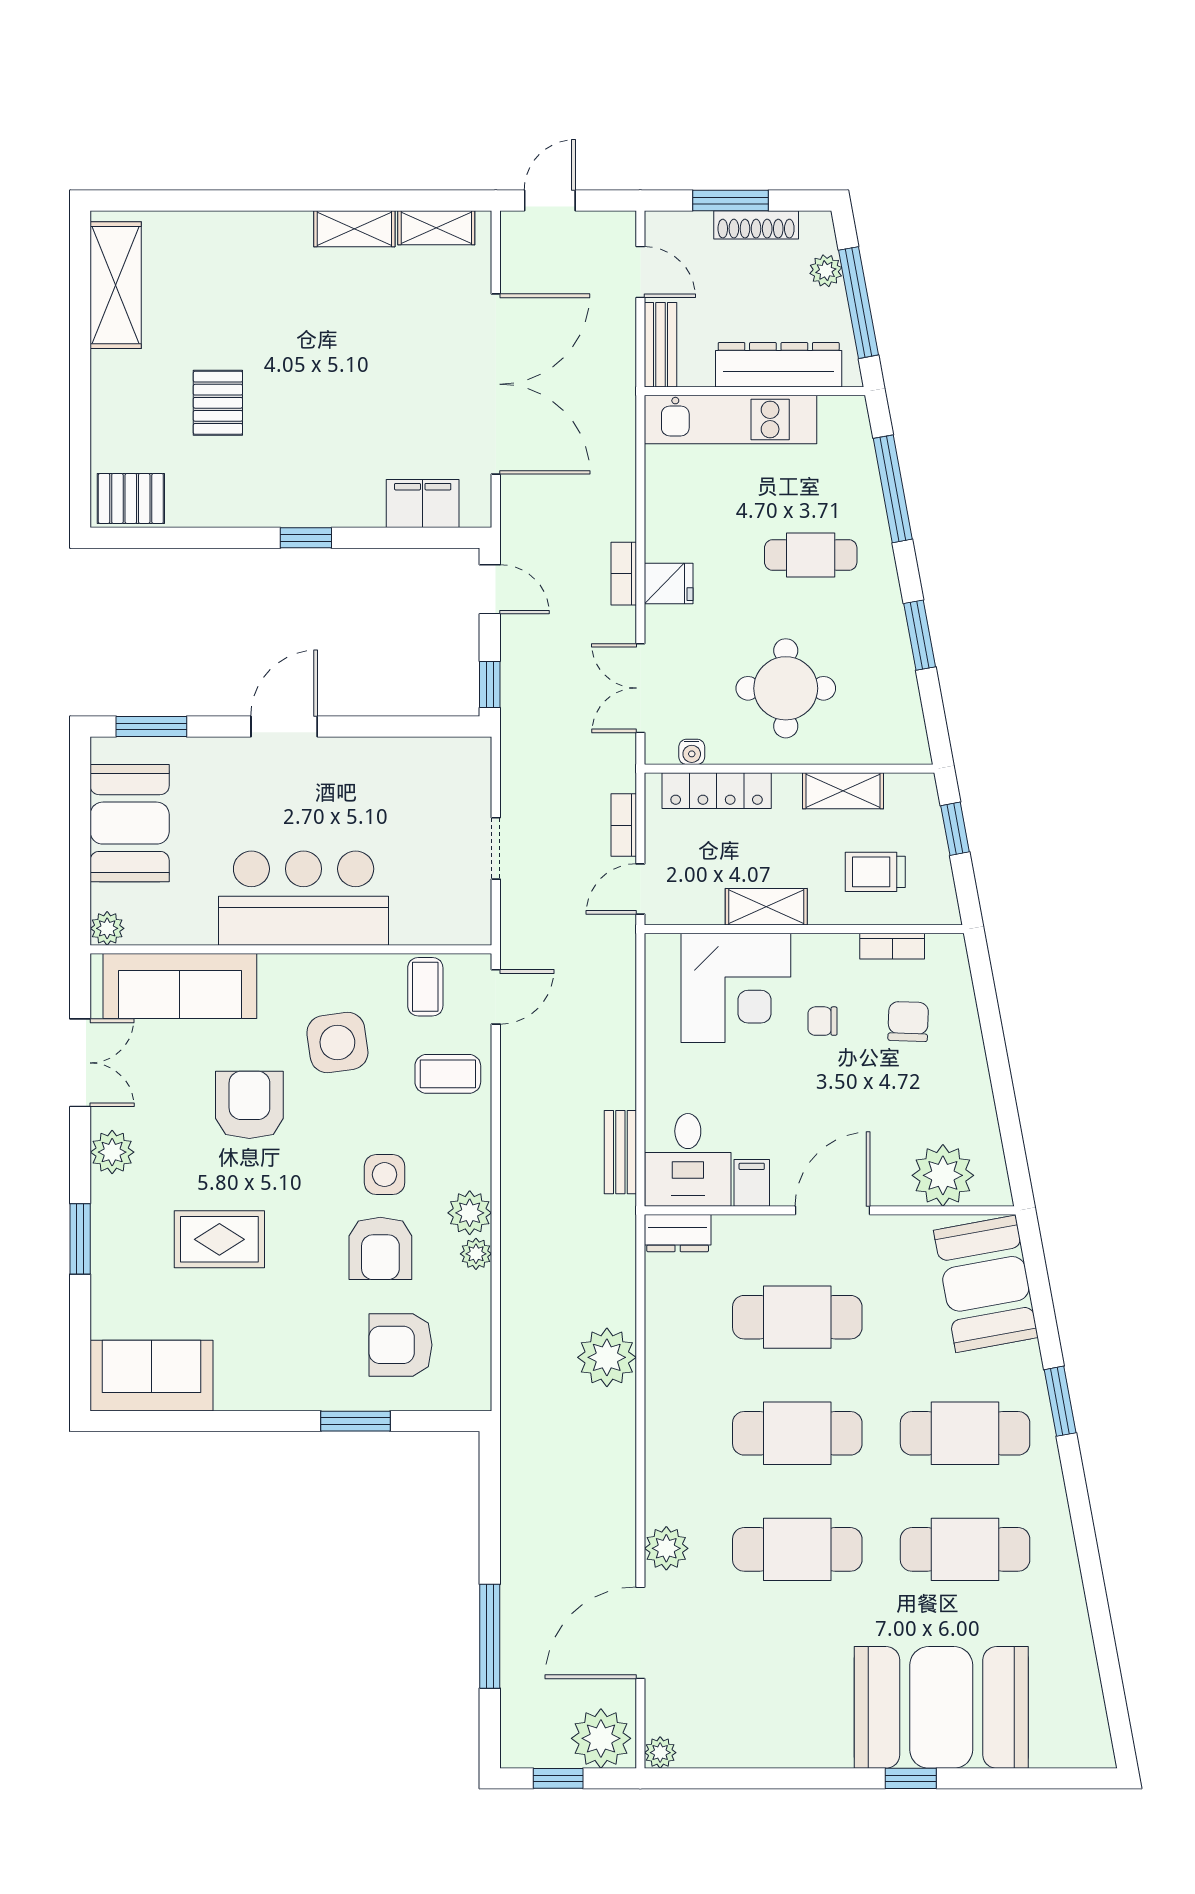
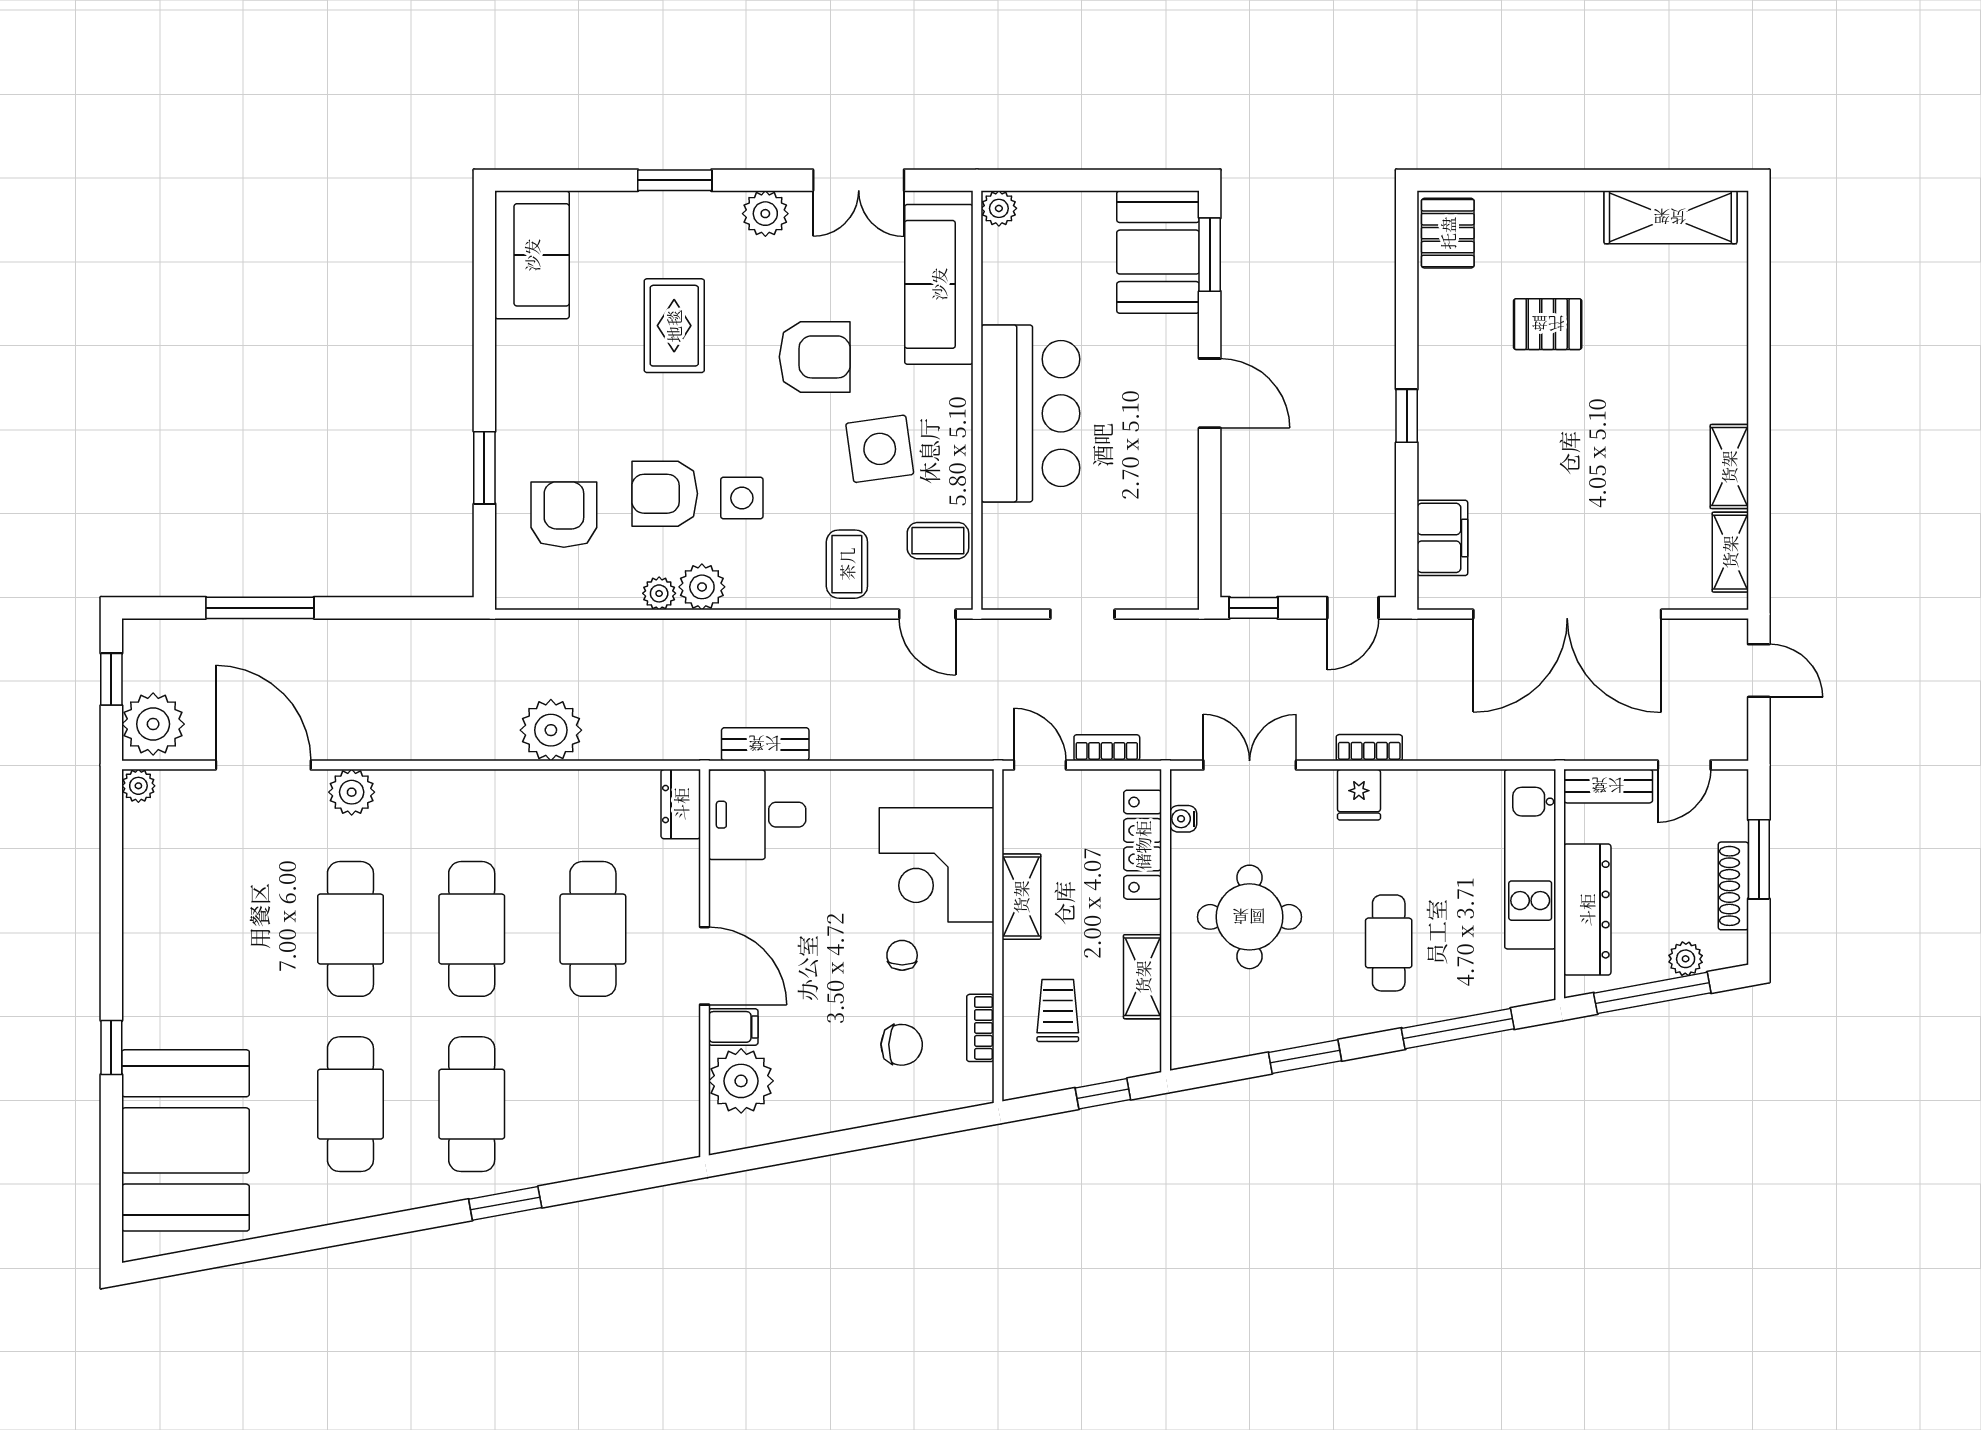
booth: (130, 823) -> (1158, 252), moved, turned 90
filing cabinet: (752, 1183) -> (733, 1027), moved
booth: (986, 1284) -> (628, 1126), removed
booth: (941, 1707) -> (186, 1140), moved

